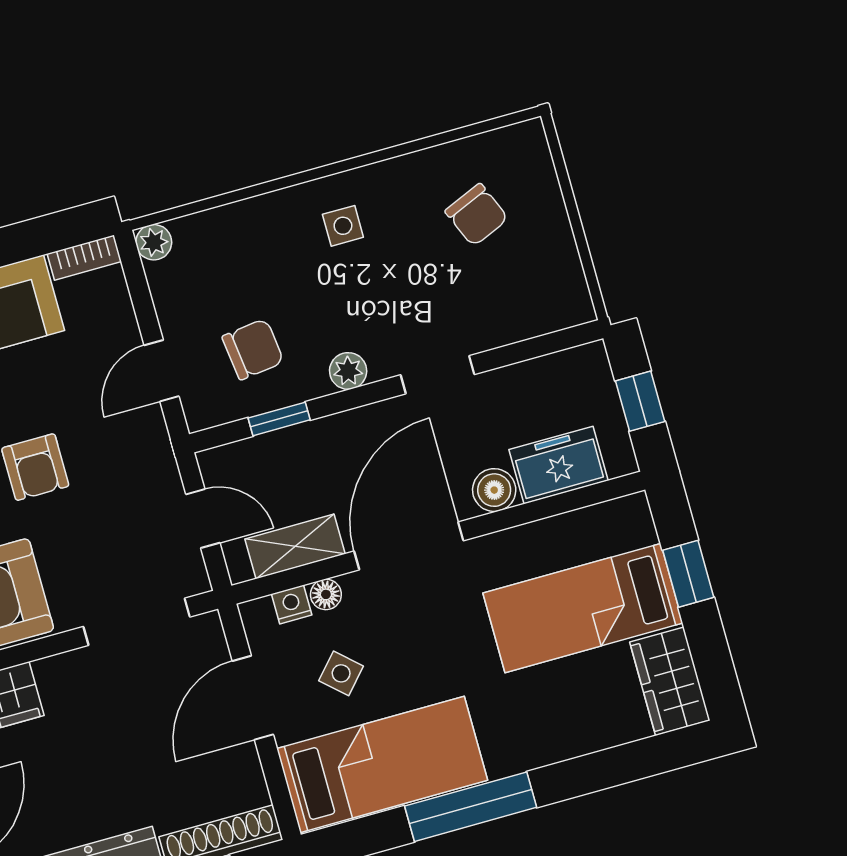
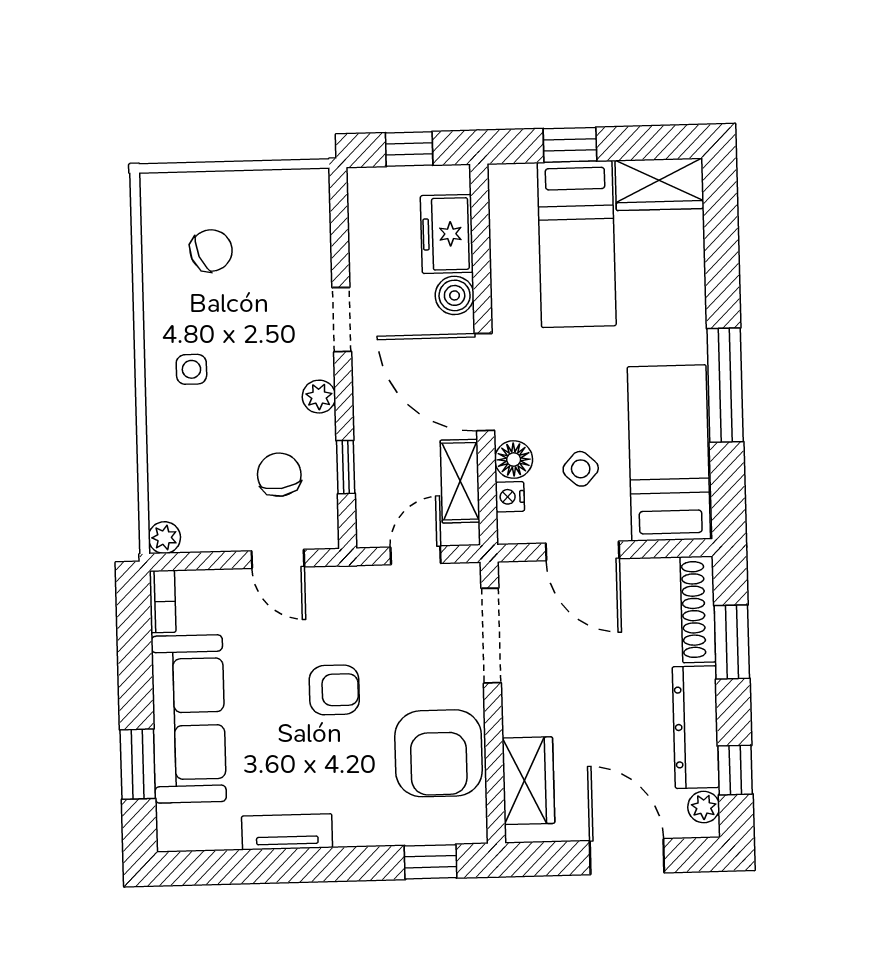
floor lamp: (326, 594) -> (514, 460), width x1.37, depth x1.37

